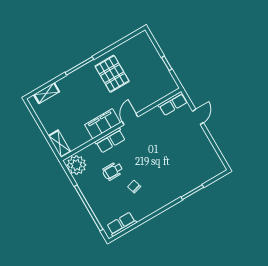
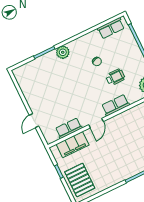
pallet: (112, 74) -> (80, 180), moved
row of seats: (173, 104) -> (69, 128), moved
filing cabinet: (103, 124) -> (73, 145), moved
plant: (172, 194) -> (63, 52), added

